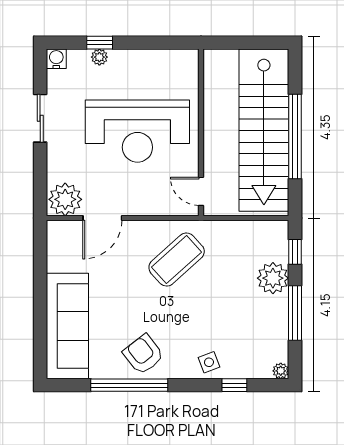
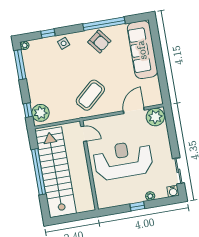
window: (100, 43) -> (137, 206), moved
sliding door: (40, 118) -> (178, 171), moved
plant: (273, 278) -> (40, 113), moved
window: (295, 313) -> (20, 65), moved

